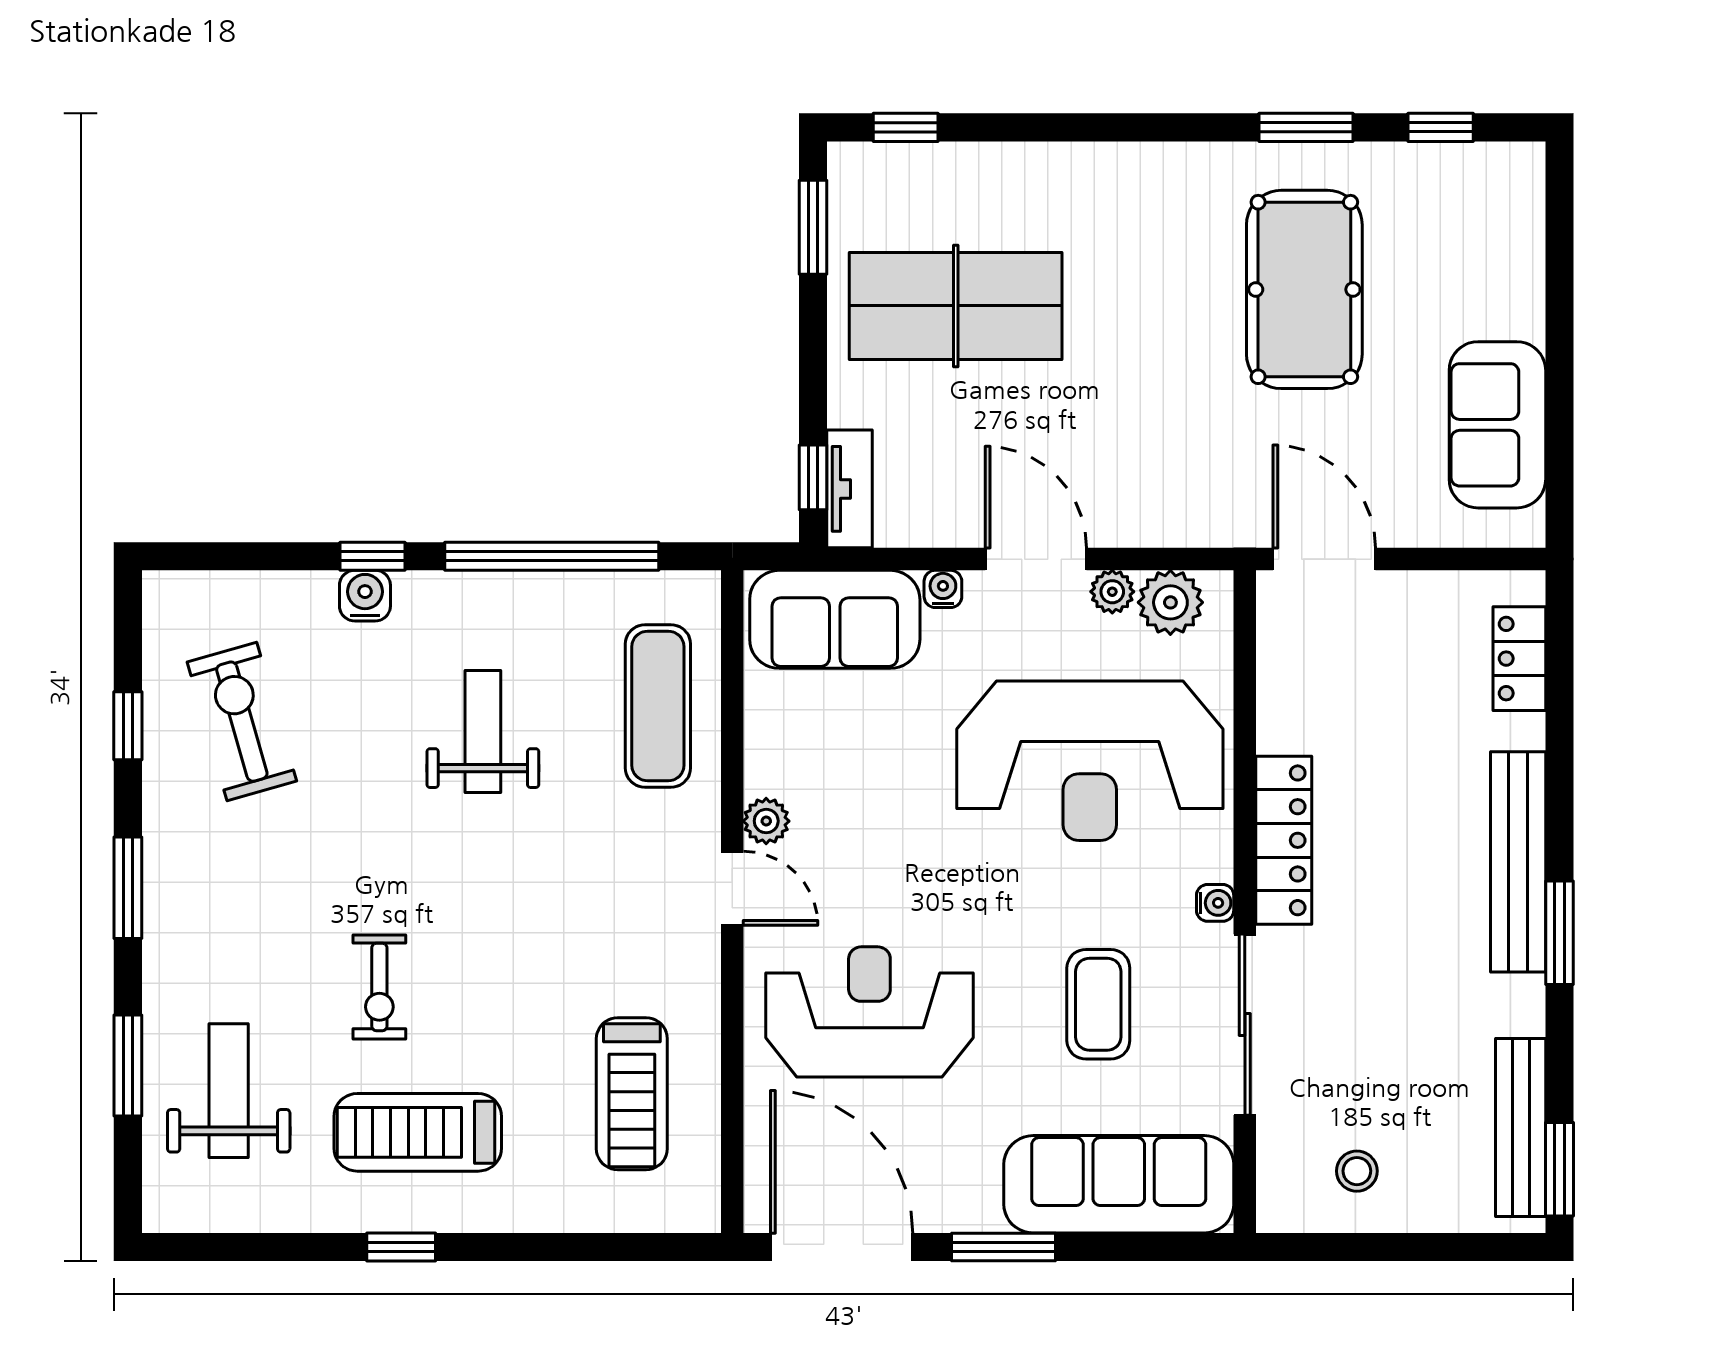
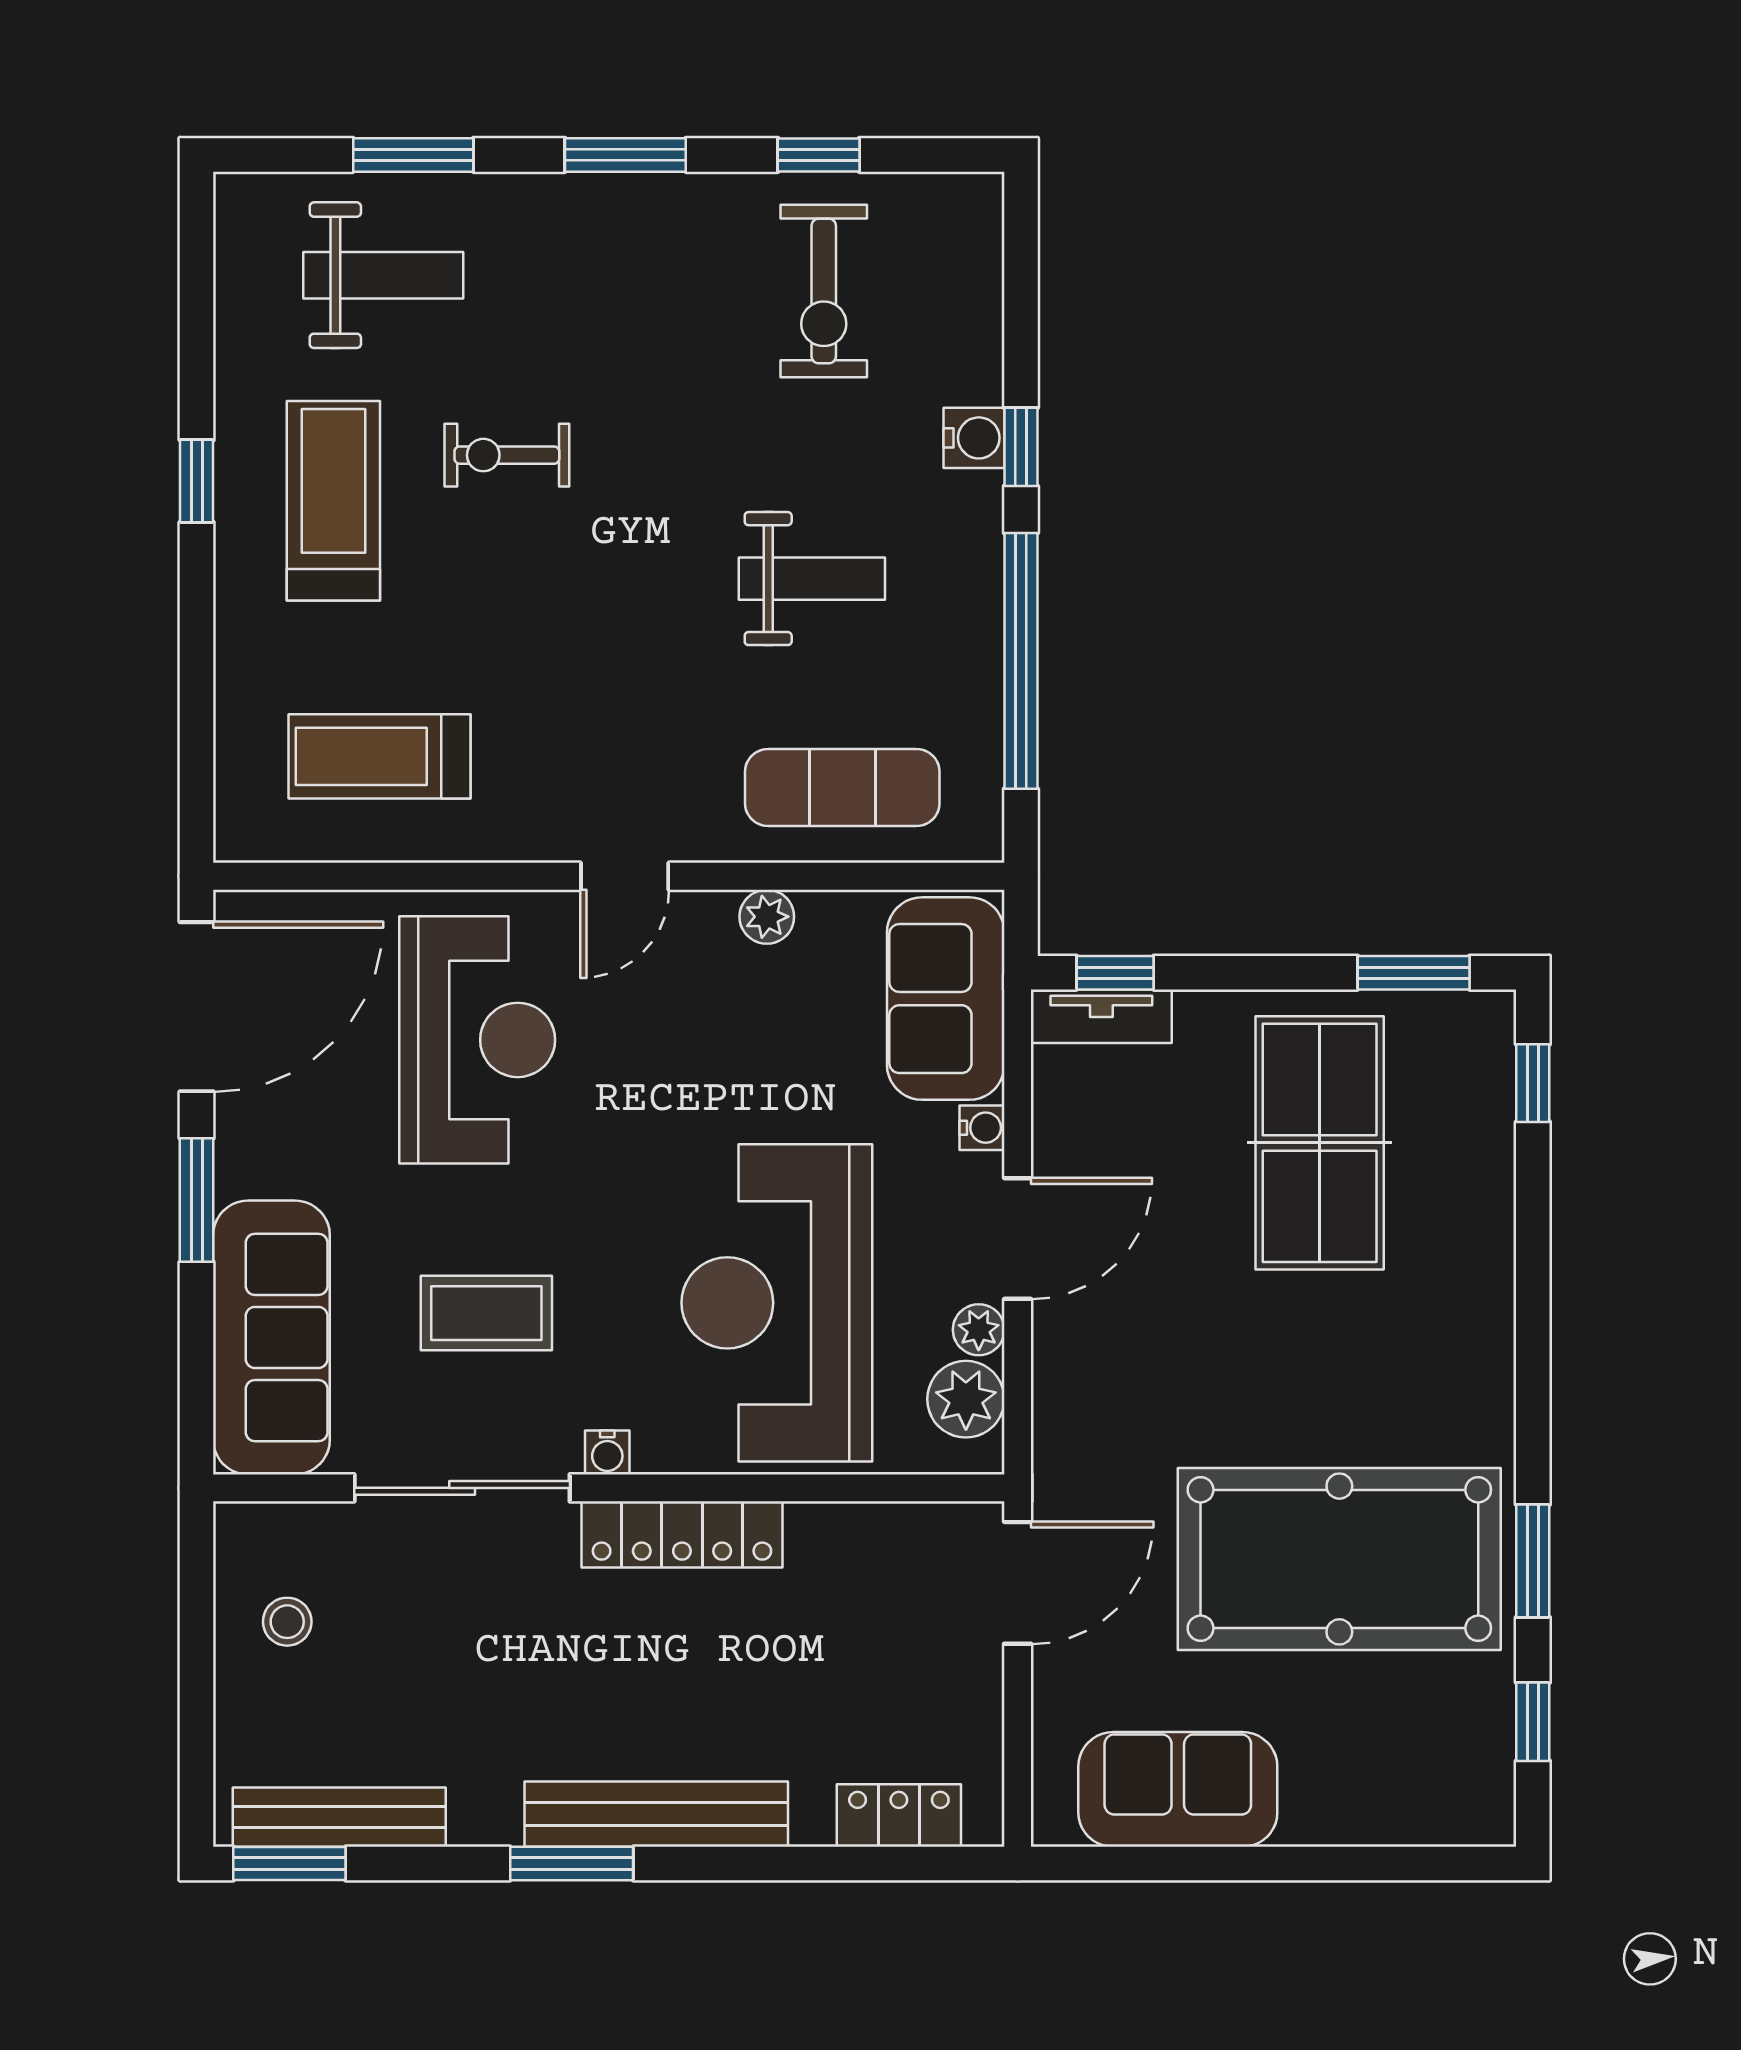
pool table: (1304, 289) -> (1339, 1559), width x1.36, depth x1.32
exercise bike: (242, 722) -> (824, 291), turned 106
plant: (766, 821) -> (767, 917), moved

